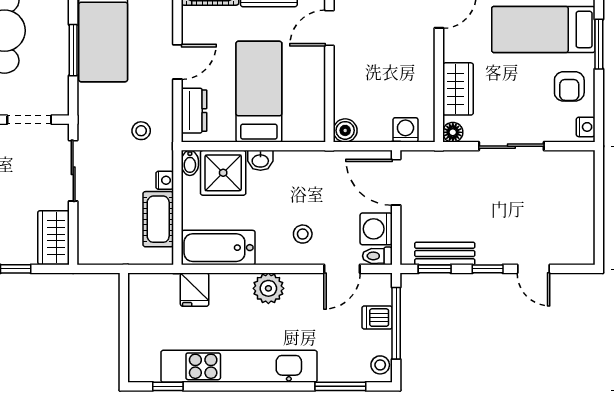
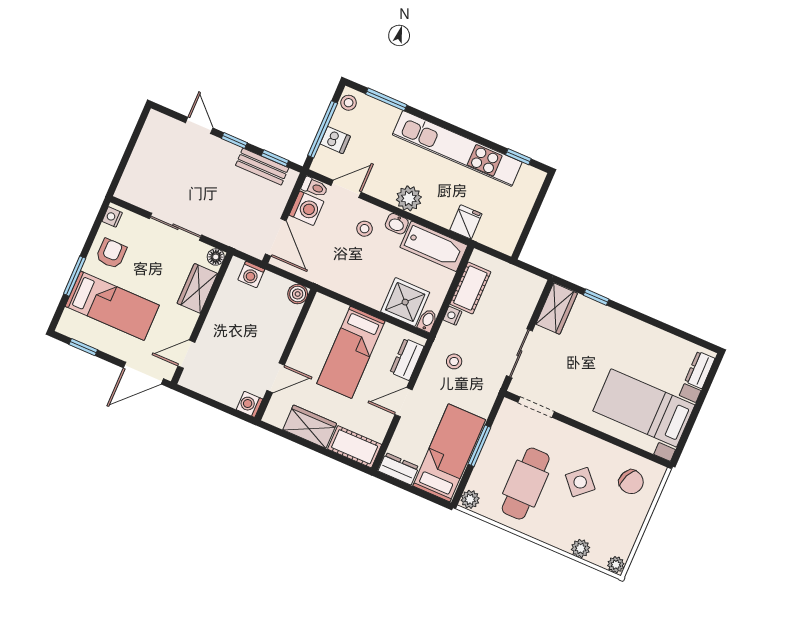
washbasin: (260, 160) -> (397, 224), moved, turned 180

